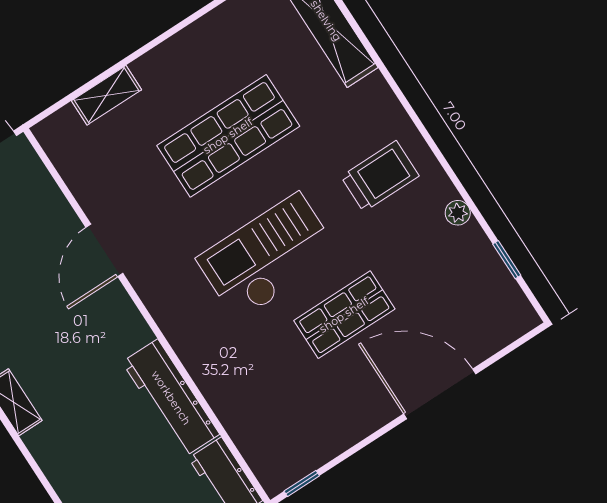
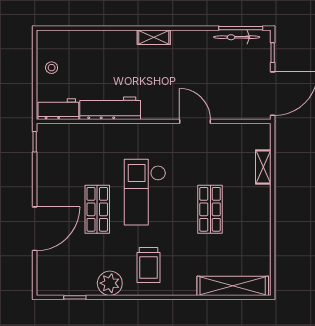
shop shelf: (228, 136) -> (210, 209), width x0.70, depth x0.74
plant: (458, 213) -> (110, 283), width x1.88, depth x1.88
checkout: (268, 257) -> (145, 192), turned 180

